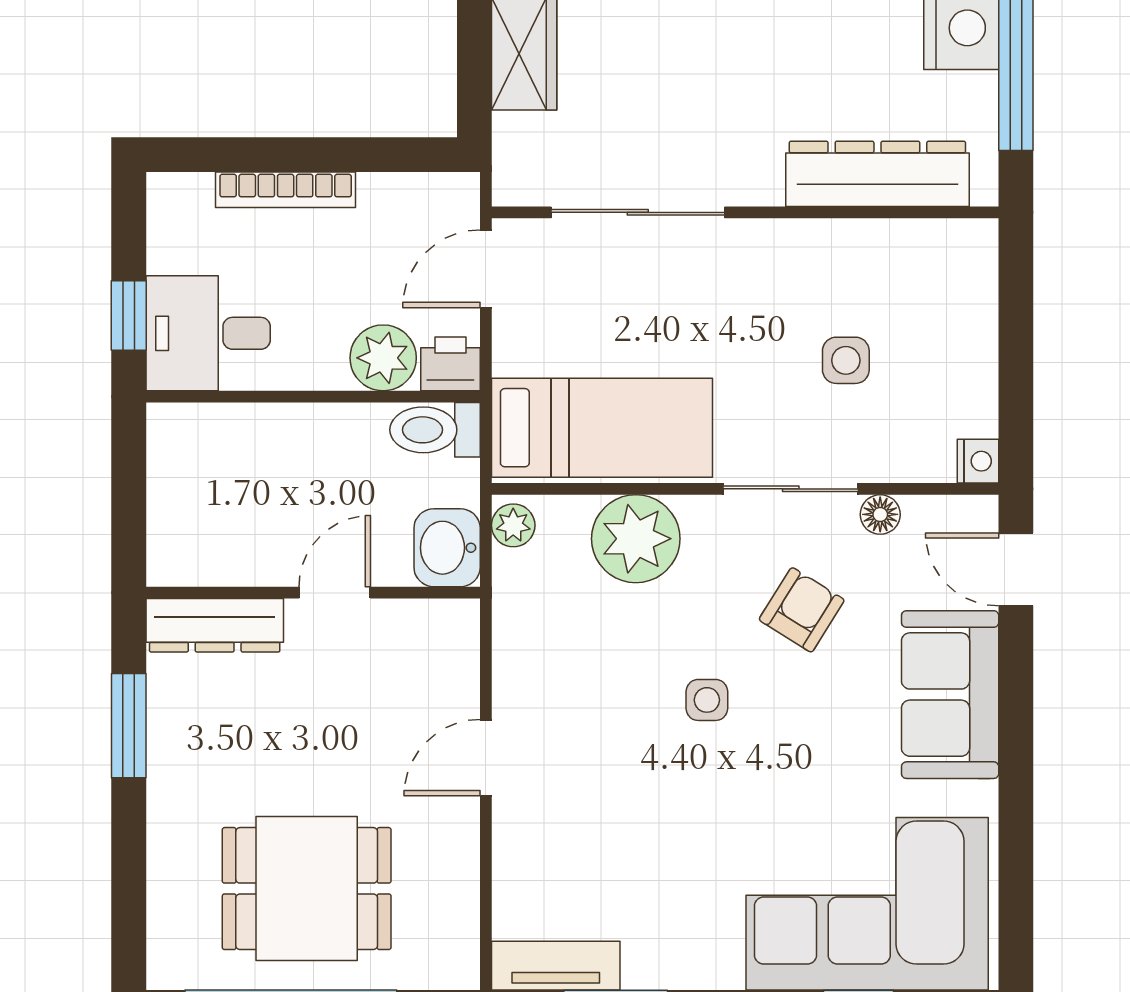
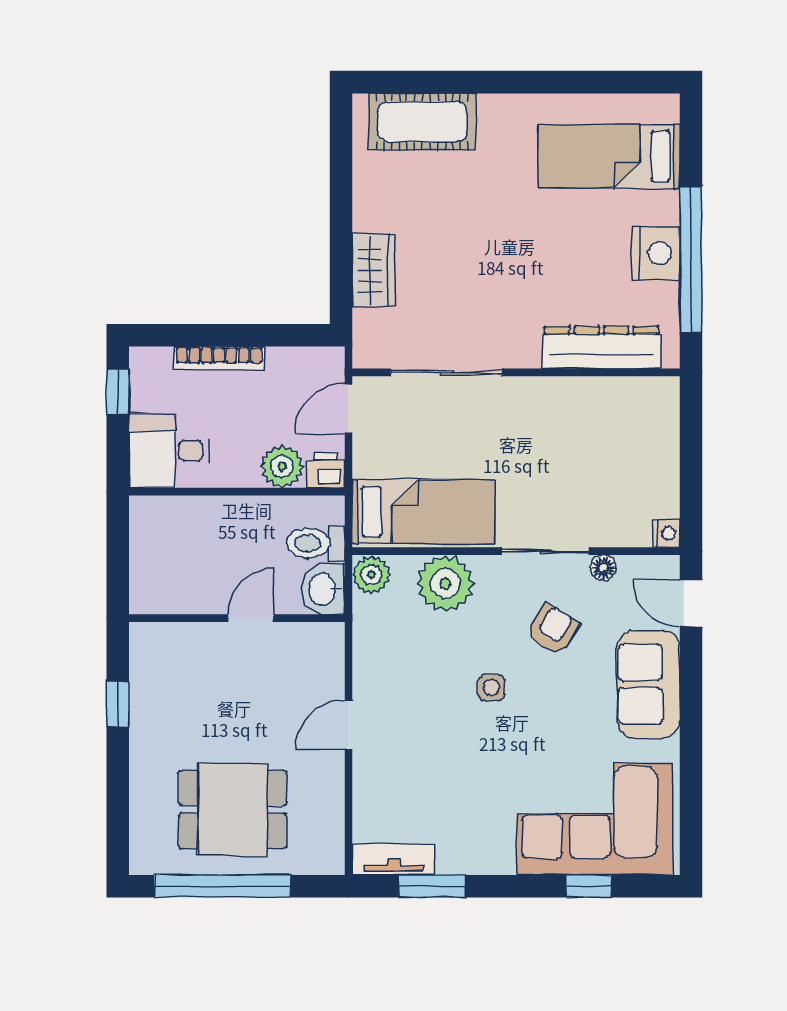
window: (129, 315) -> (118, 392), moved
side table: (846, 360) -> (581, 468), removed
toilet: (435, 430) -> (316, 543), moved
plant: (513, 525) -> (371, 575), width x1.38, depth x1.38
dresser: (215, 625) -> (173, 639), removed
window: (129, 726) -> (118, 704), width x0.67

